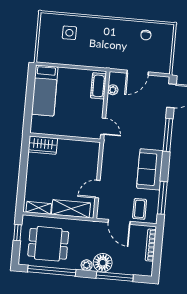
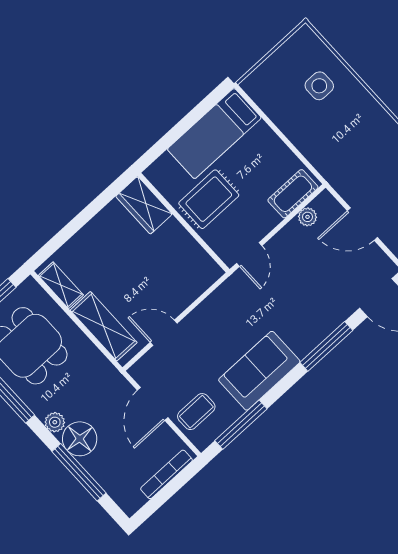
rug: (67, 119) -> (209, 199), added

